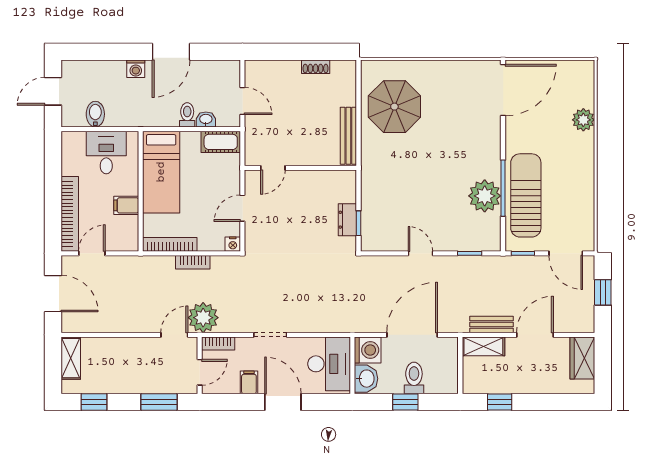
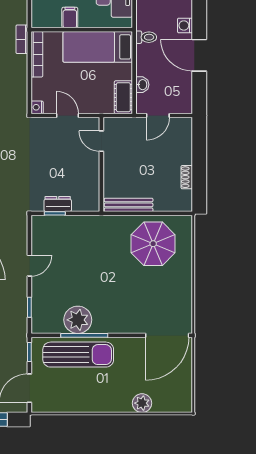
door: (503, 90) -> (167, 335), hinge flipped
toilet: (187, 115) -> (146, 37), moved
bookcase: (193, 262) -> (22, 39), moved

